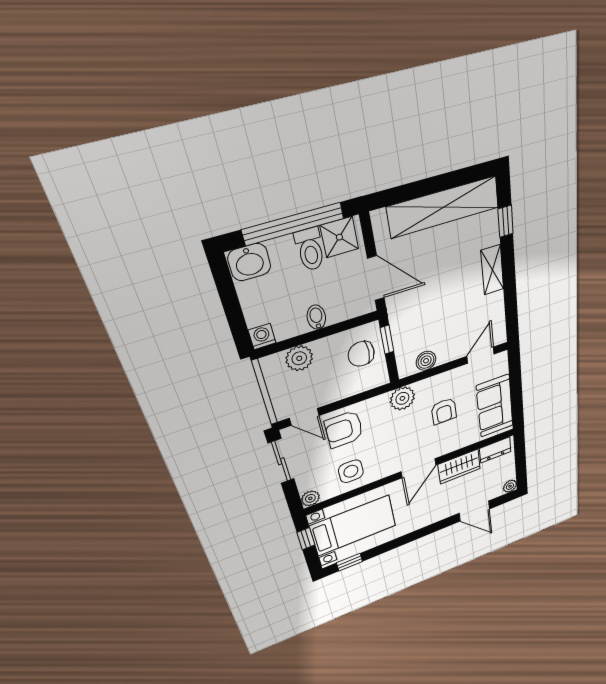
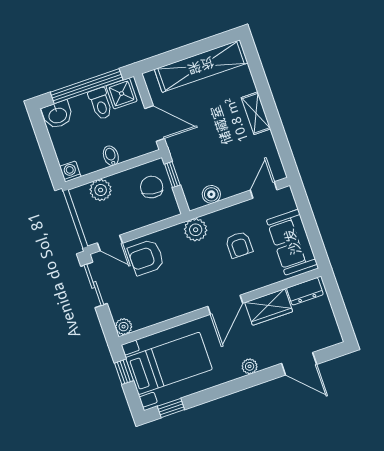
window: (506, 221) -> (258, 73), removed
chair: (361, 354) -> (152, 187), turned 101
side table: (351, 471) -> (158, 301), removed
plant: (510, 486) -> (250, 366), moved

